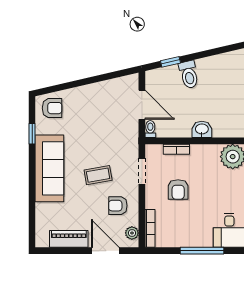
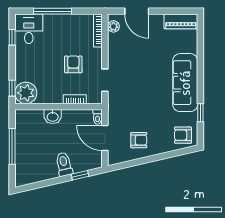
coffee table: (98, 175) -> (143, 77), removed
armchair: (118, 206) -> (139, 140), moved
piano: (69, 239) -> (181, 21), moved

